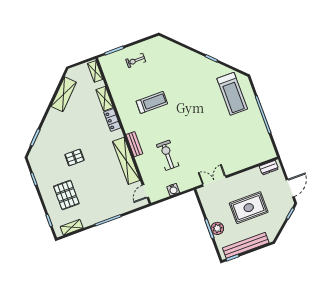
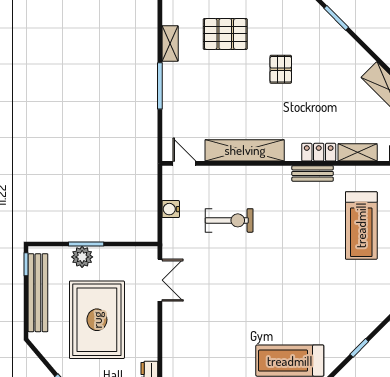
treadmill: (152, 102) -> (361, 225), moved, width x1.37, depth x1.37
bench: (134, 144) -> (313, 173), moved
rug: (249, 208) -> (97, 320), width x1.37, depth x1.44
shelving: (72, 227) -> (170, 43), moved

